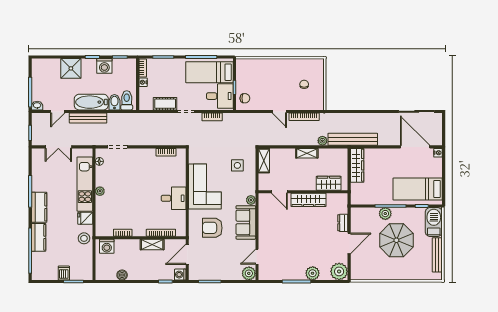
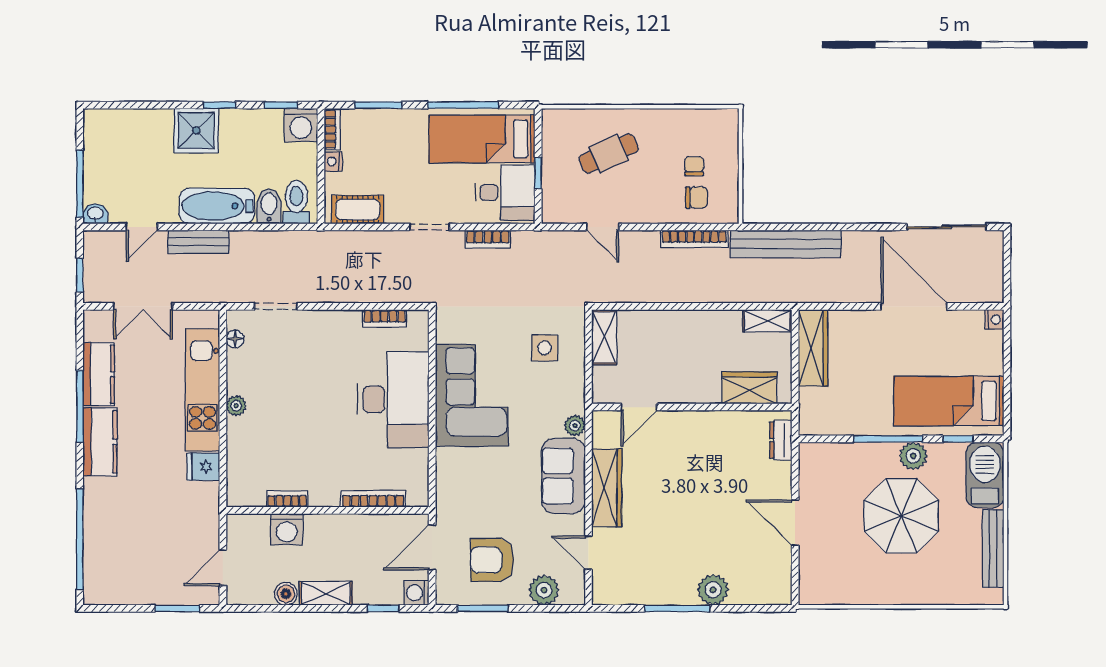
washing machine: (104, 66) -> (301, 125), moved
shower: (71, 68) -> (196, 131), moved
cafe table: (266, 79) -> (609, 154), added
chair: (245, 98) -> (696, 198), moved
cot: (165, 104) -> (358, 210), moved
door: (279, 111) -> (603, 227), moved
bench: (88, 118) -> (199, 242), width x0.73
bench: (353, 139) -> (786, 244), moved
plant: (322, 141) -> (735, 293), removed
door: (415, 147) -> (914, 306), moved
shelving: (307, 153) -> (767, 321), moved
door: (279, 192) -> (639, 407), hinge flipped
desk: (174, 198) -> (393, 399), width x1.87, depth x1.30
wardrobe: (308, 200) -> (607, 488), moved, turned -90
plant: (385, 214) -> (913, 456), moved
dresser: (343, 223) -> (781, 440), moved
armchair: (212, 228) -> (492, 560), moved
kitchen counter: (39, 237) -> (99, 374), moved
stool: (84, 238) -> (201, 512), removed
door: (349, 243) -> (795, 523), swing flipped
shelving: (152, 245) -> (326, 593), moved
washing machine: (107, 246) -> (287, 529), moved
door: (257, 257) -> (588, 553), hinge flipped
door: (94, 263) -> (223, 568), added
plant: (339, 271) -> (773, 586), removed
dishwasher: (64, 273) -> (155, 589), removed
plant: (249, 273) -> (544, 590), moved

